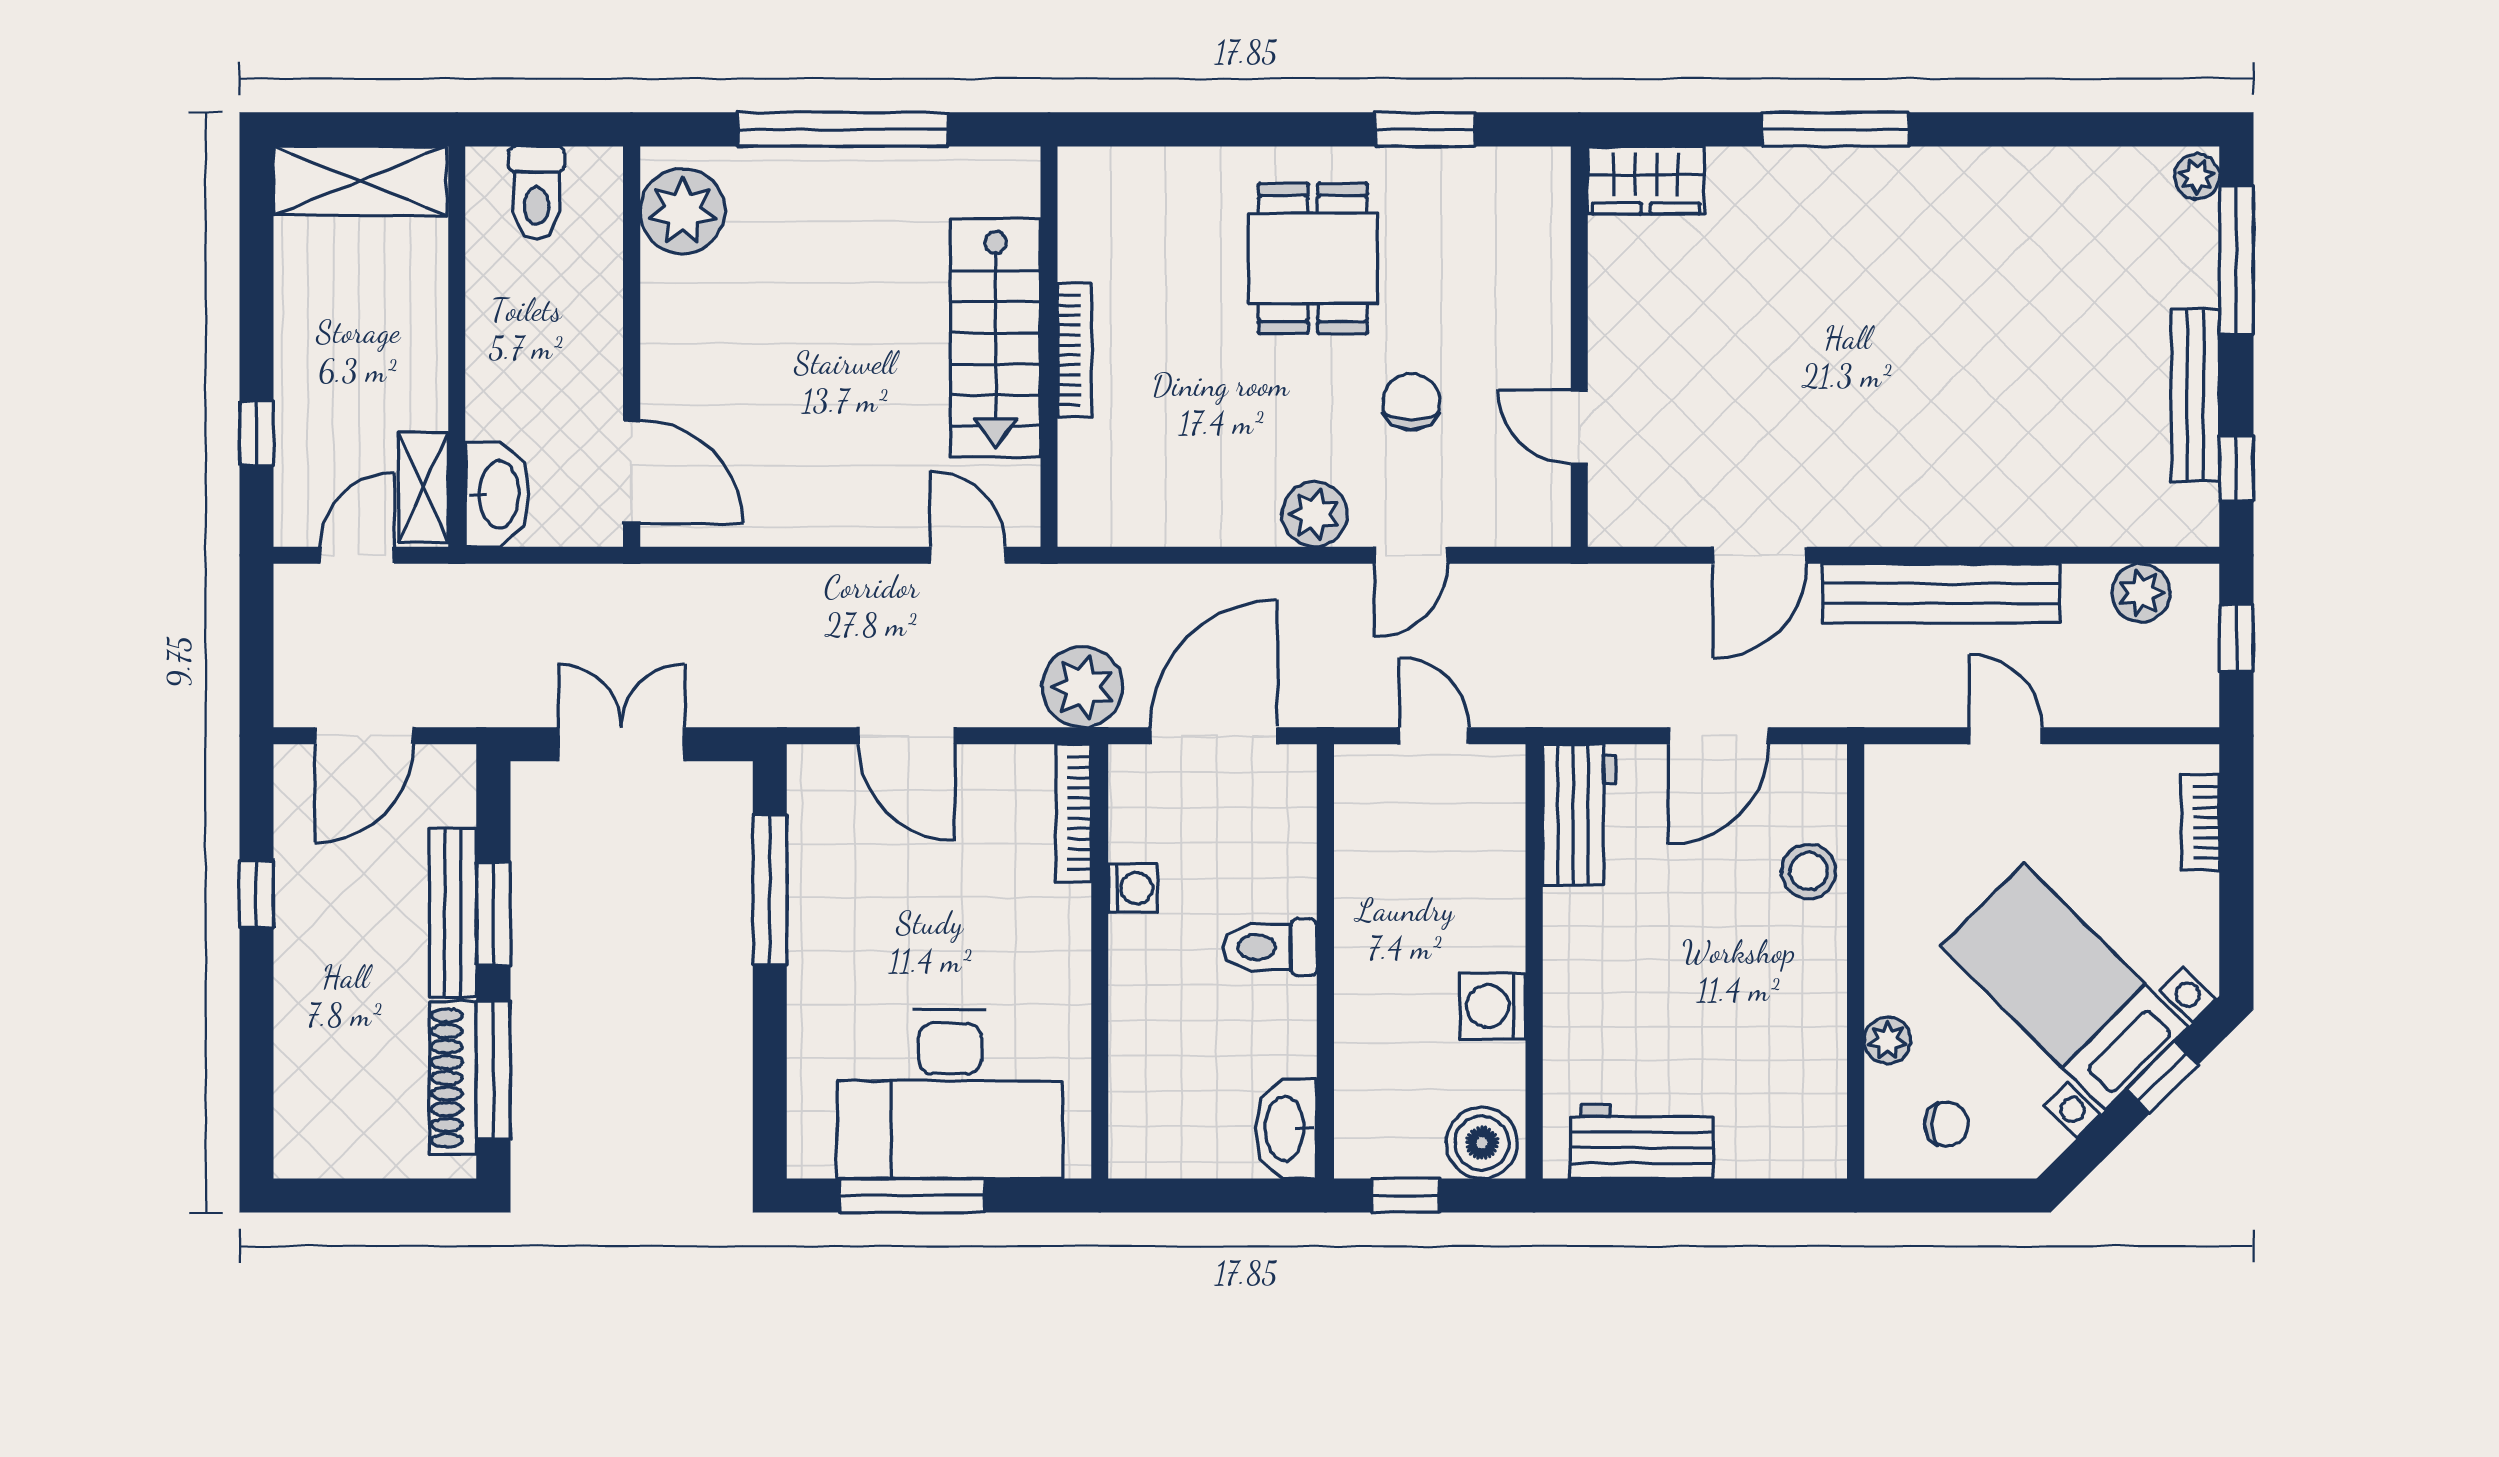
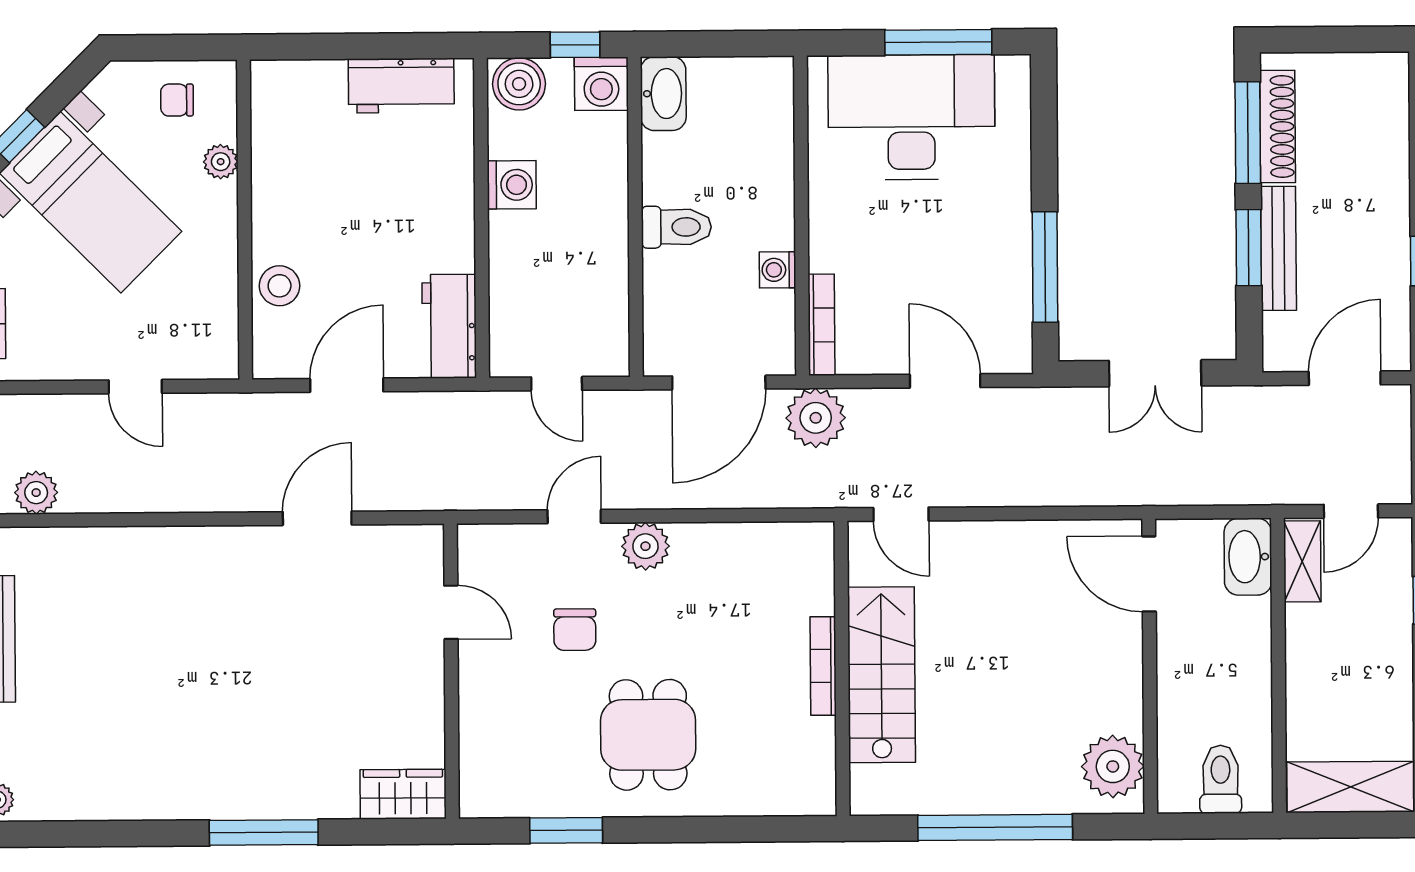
bench: (1941, 593) -> (183, 491), removed
washing machine: (1370, 1142) -> (601, 84), added

